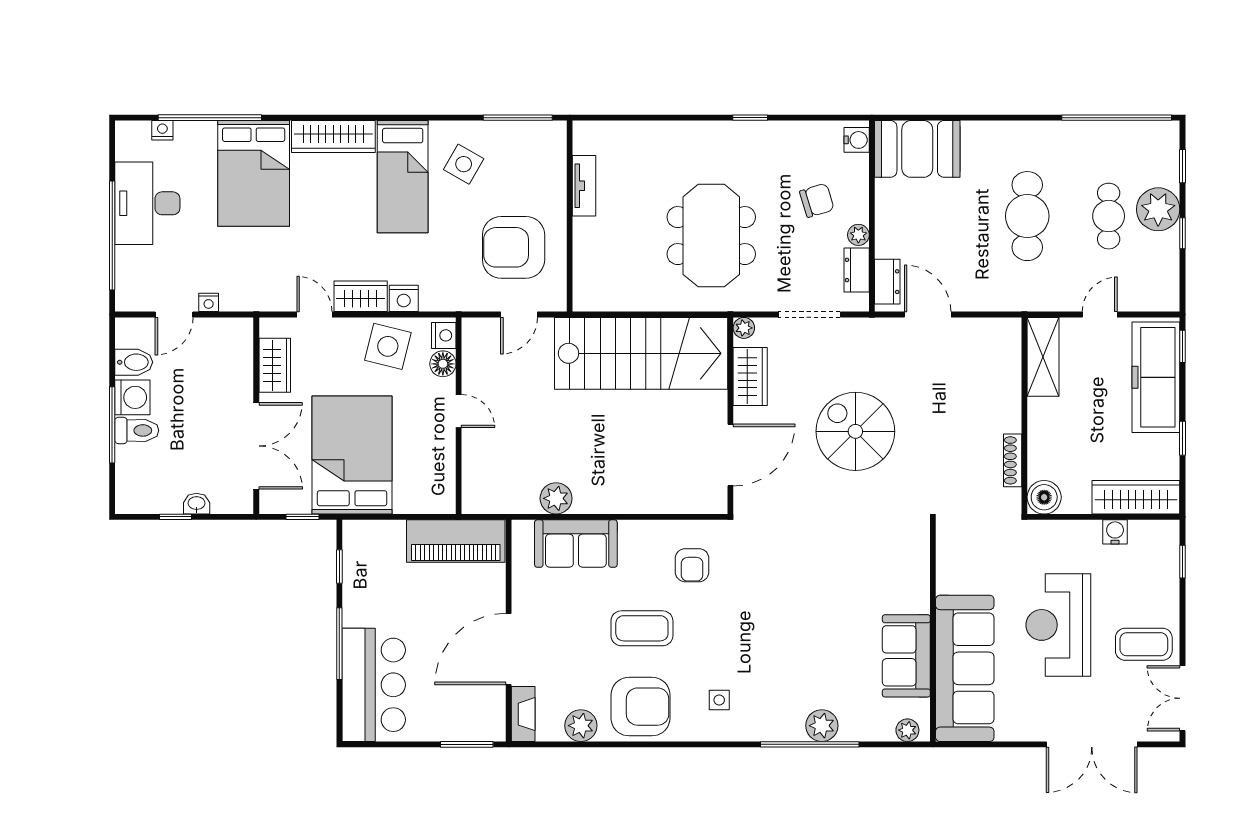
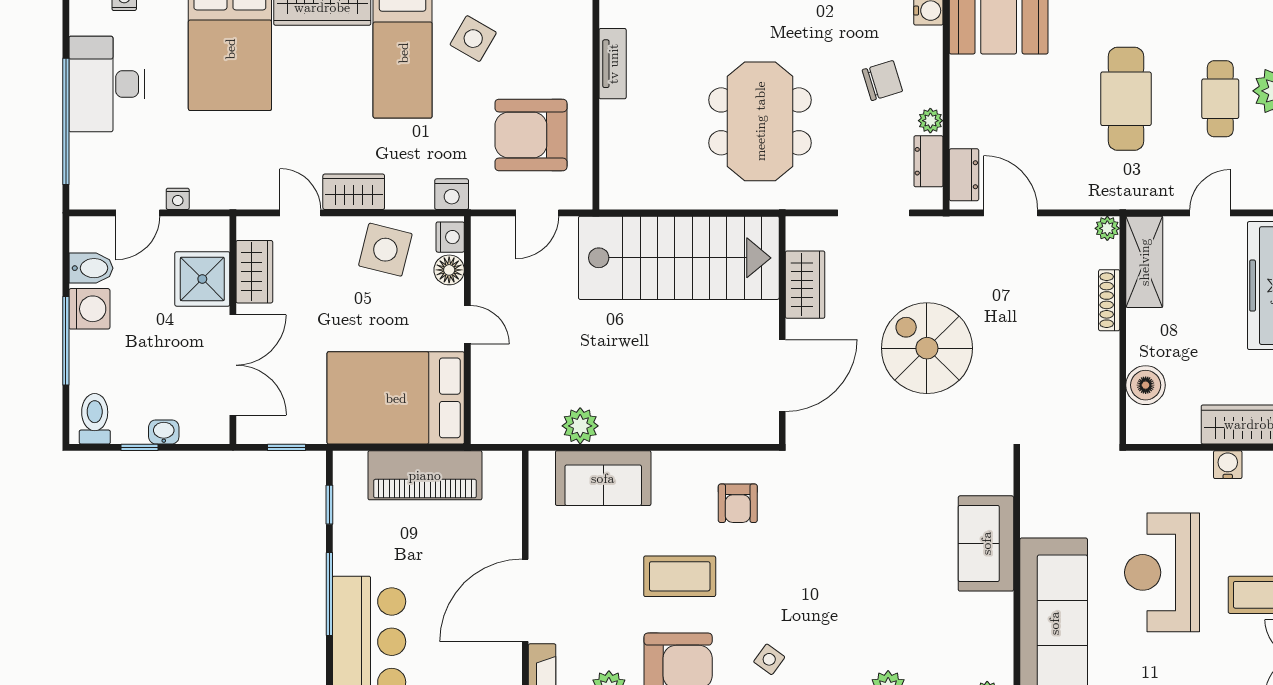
nightstand: (404, 298) -> (452, 194), moved
plant: (744, 328) -> (1107, 228), moved
shower: (230, 372) -> (202, 279), added
toilet: (137, 430) -> (95, 419), moved, turned -90
bed: (352, 455) -> (396, 398), moved, turned -90
shoe rack: (1013, 460) -> (1109, 300), moved
boiler: (1044, 497) -> (1146, 385), moved
piano: (456, 541) -> (425, 475), moved
sofa: (906, 656) -> (986, 543), moved
side table: (719, 700) -> (769, 659), turned 36

